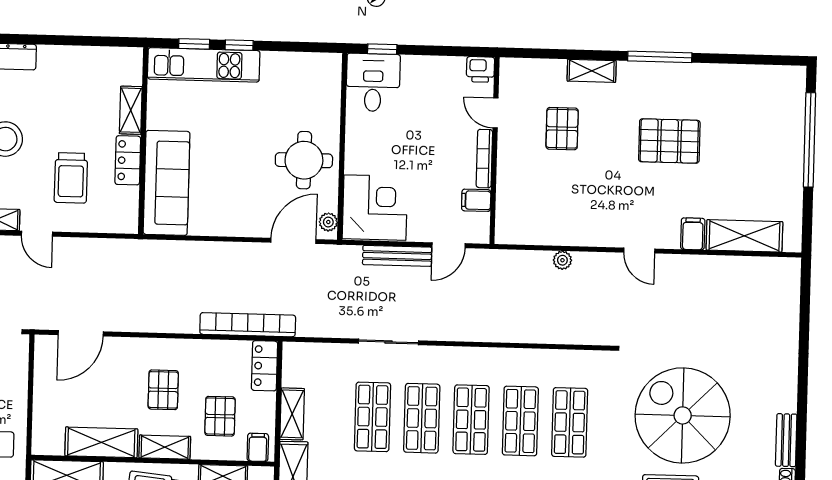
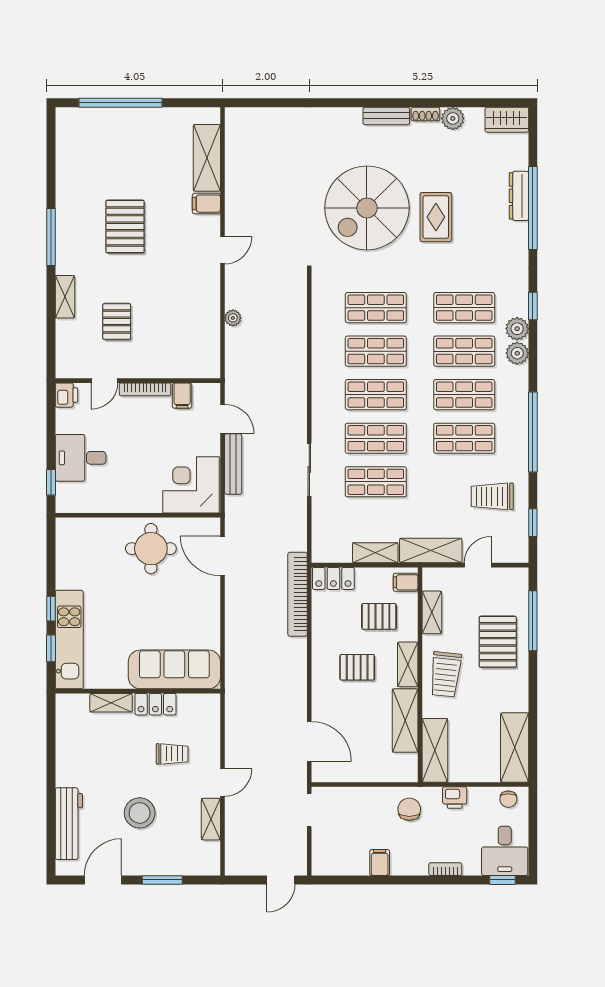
desk: (373, 82) -> (81, 458), moved
pallet: (562, 129) -> (117, 321), turned 90
trolley: (71, 178) -> (172, 754), width x0.73, depth x0.72
plant: (328, 222) -> (205, 526), removed

